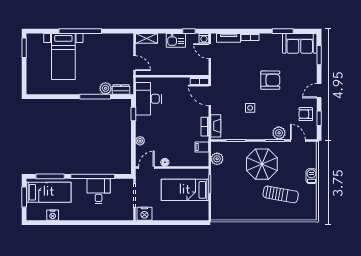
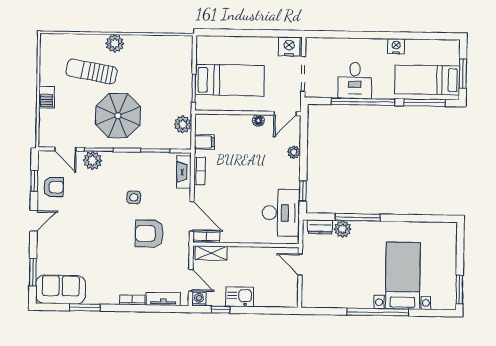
shelving: (146, 38) -> (211, 253), moved
armchair: (270, 80) -> (149, 234), moved
plant: (265, 214) -> (115, 43), added
nightstand: (53, 215) -> (396, 46), moved

